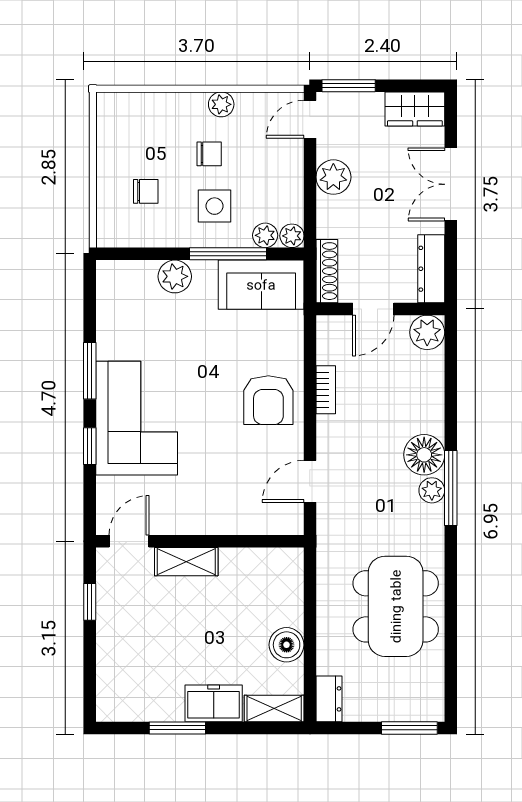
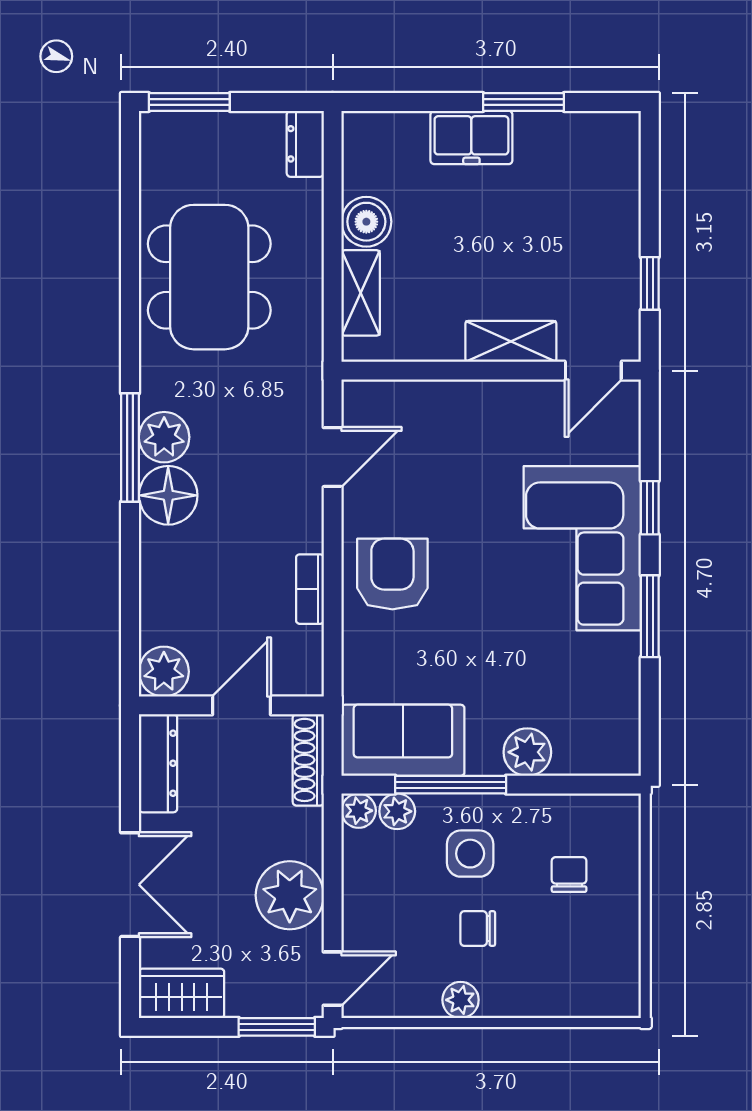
plant: (333, 177) -> (290, 895), width x1.36, depth x1.36
chair: (146, 191) -> (569, 875), turned 90
plant: (432, 490) -> (164, 437), width x1.38, depth x1.38
shelving: (274, 708) -> (361, 293), moved, turned 90

